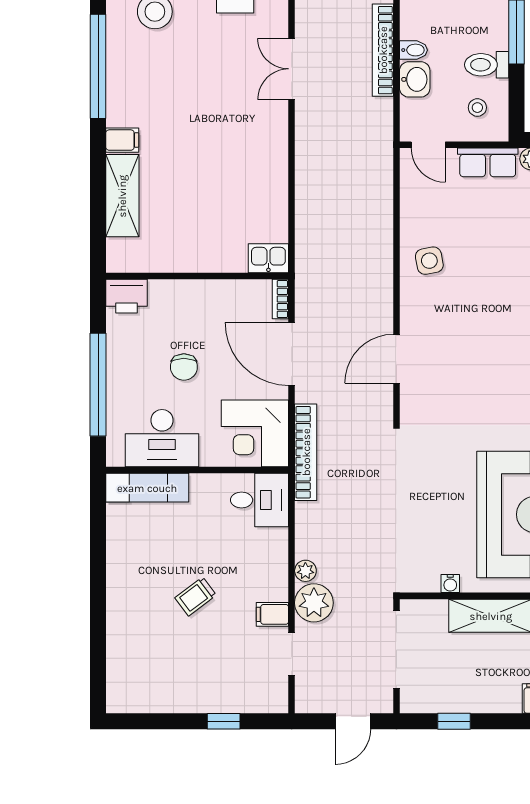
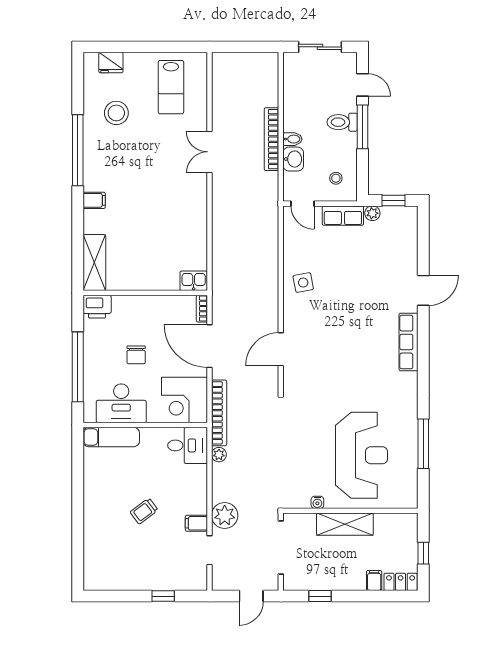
toilet: (487, 65) -> (342, 122), moved
shelving: (122, 196) -> (94, 263), moved
plant: (305, 571) -> (219, 455), moved

